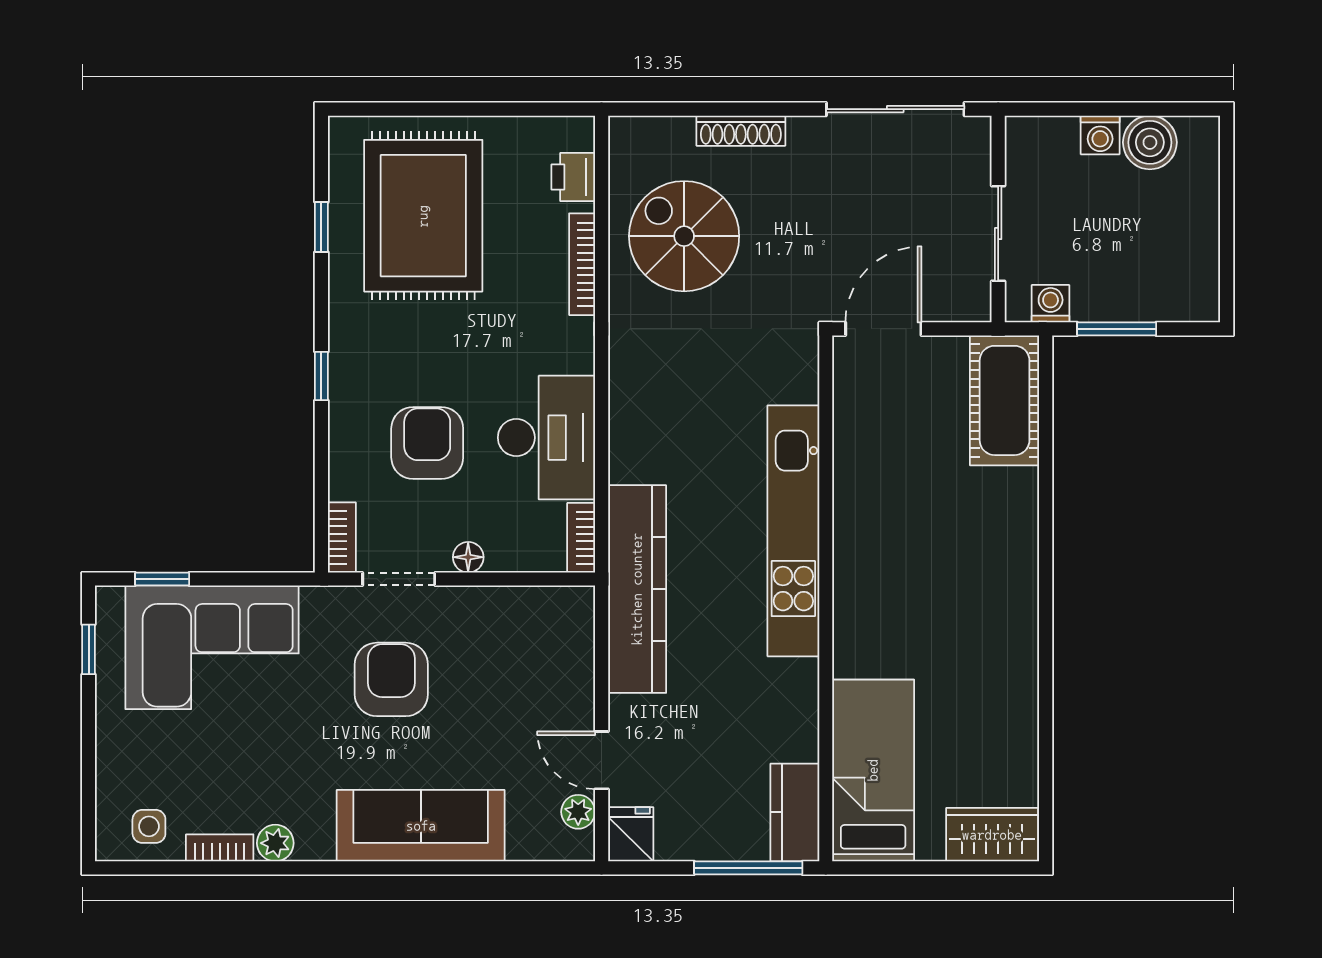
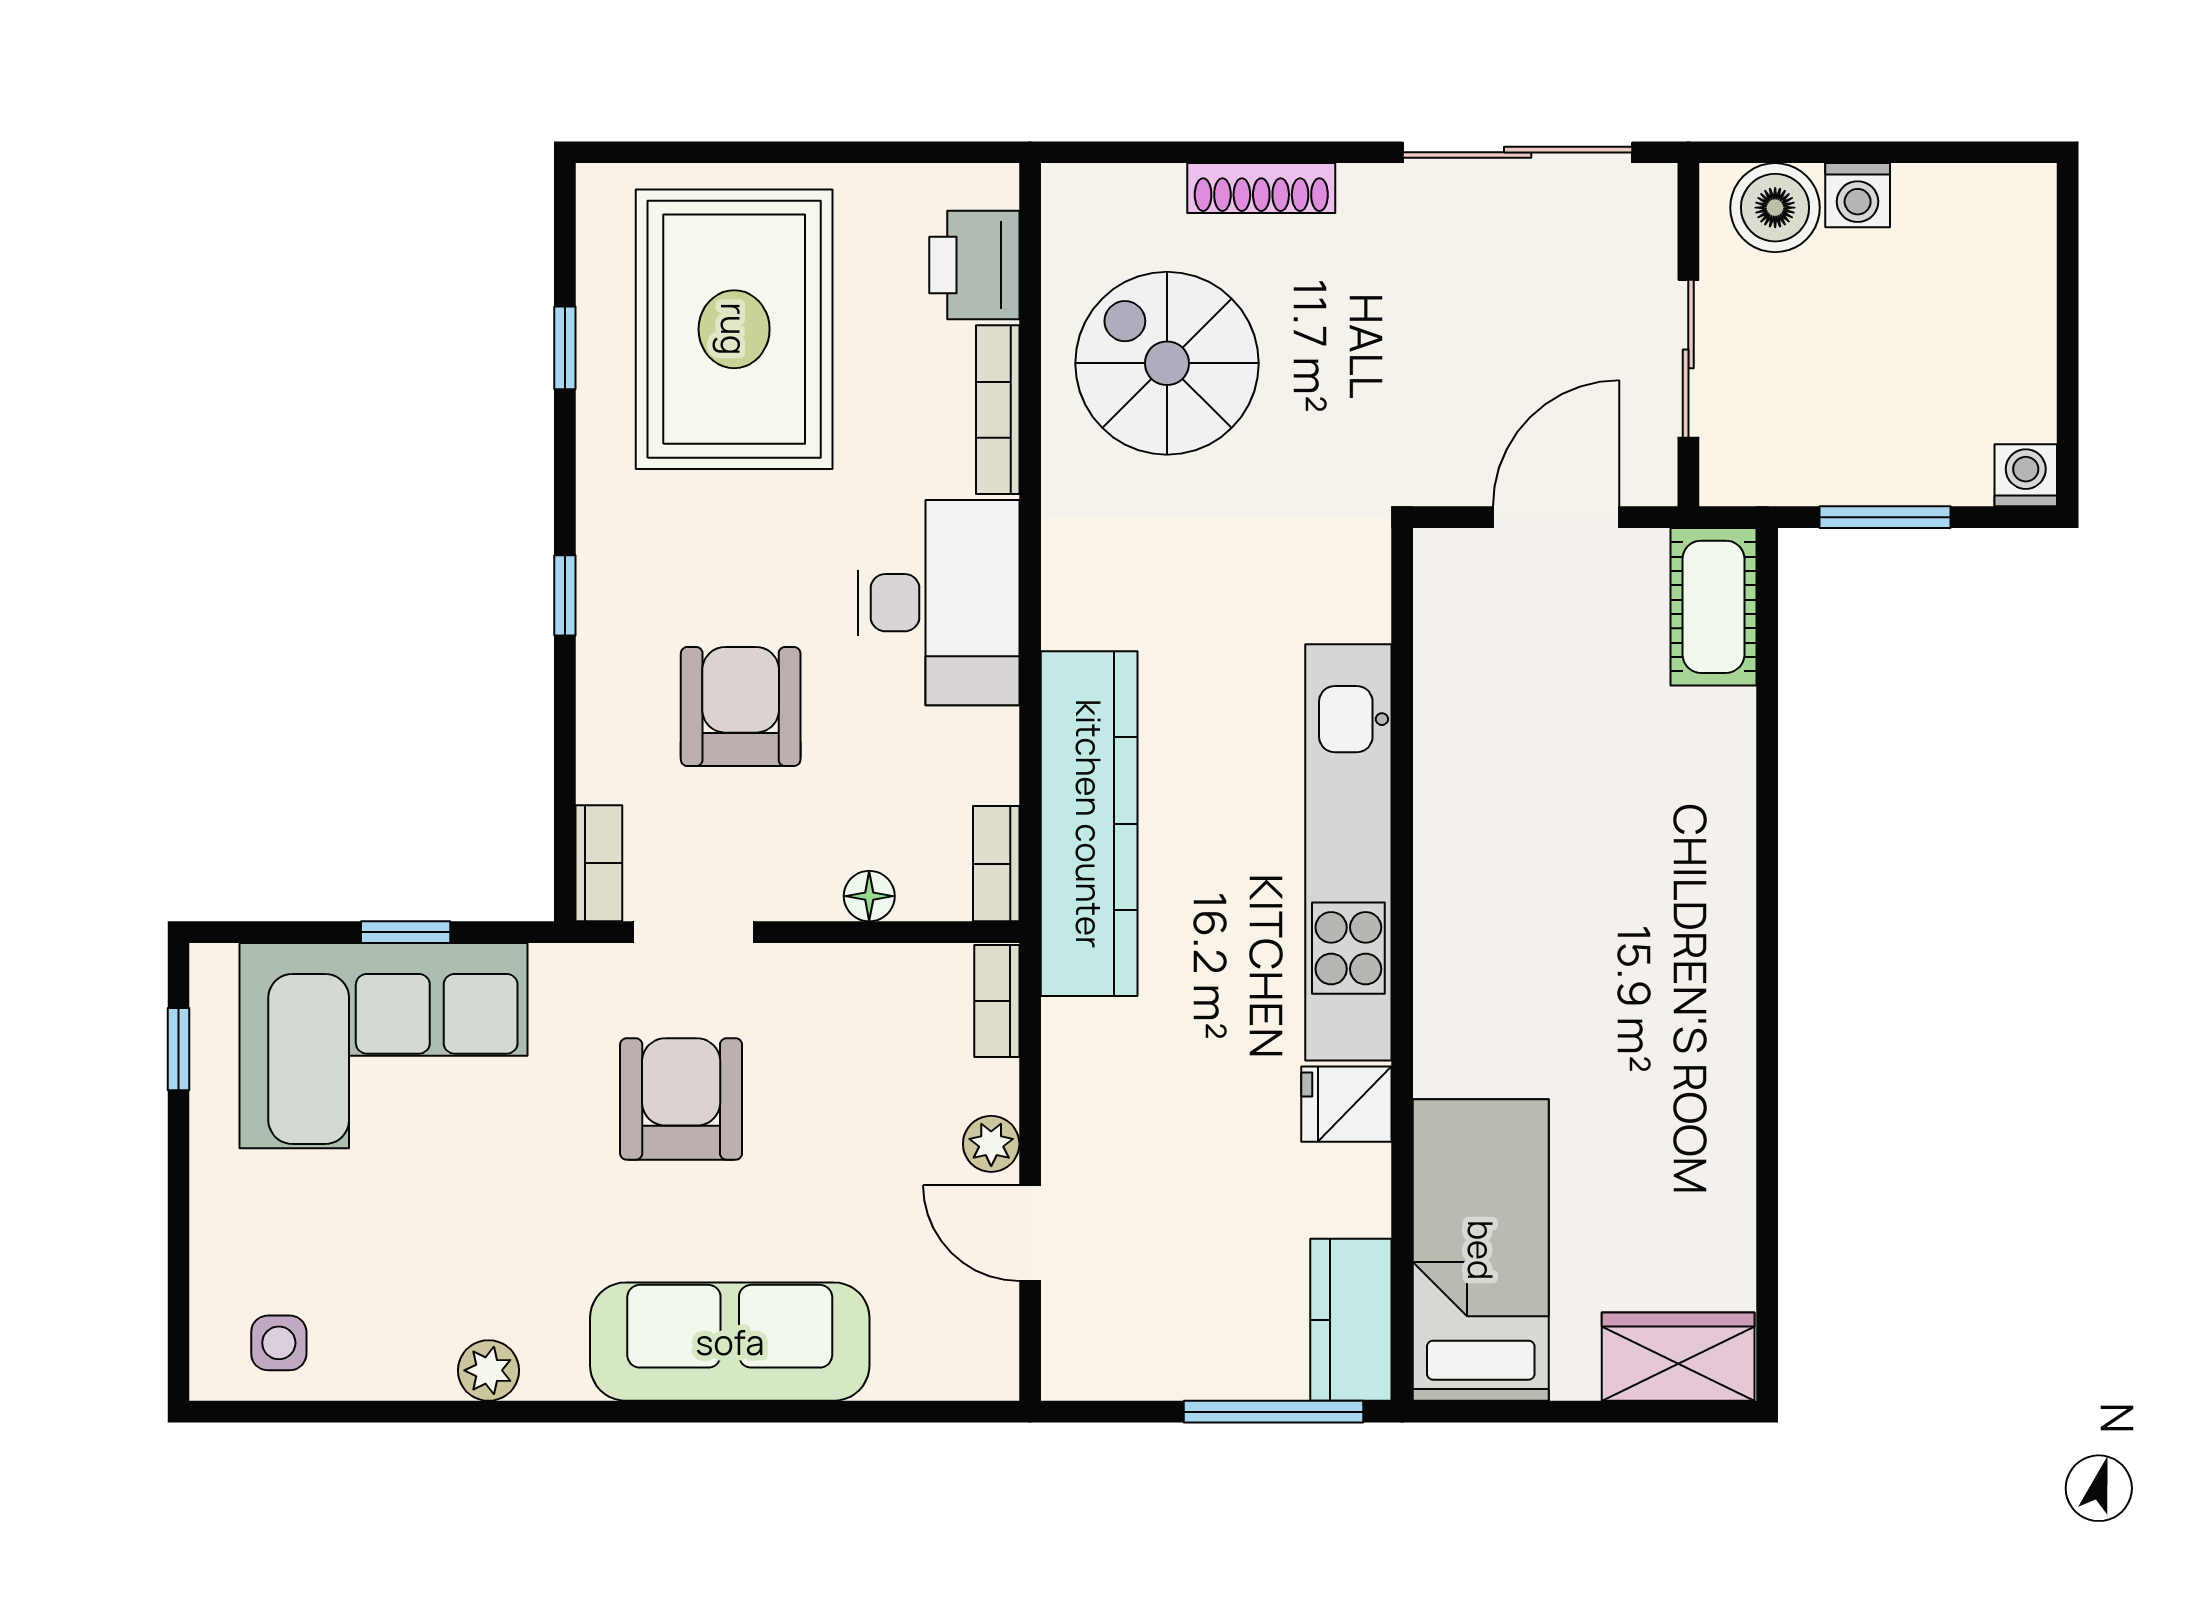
boiler: (1150, 142) -> (1775, 208), moved
printer: (573, 177) -> (974, 265), width x1.36, depth x1.24
washing machine: (1051, 304) -> (2026, 475), moved
door: (883, 329) -> (1556, 517), moved
cot: (1005, 400) -> (1713, 607), width x0.73, depth x0.75
desk: (546, 438) -> (939, 603), moved
floor lamp: (468, 557) -> (869, 896), moved
window: (162, 579) -> (406, 932), moved
kitchen counter: (637, 589) -> (1089, 824), moved
plant: (578, 812) -> (991, 1144), moved
fridge: (631, 834) -> (1346, 1104), moved, turned -90
bookcase: (220, 848) -> (997, 1001), moved, turned -90

